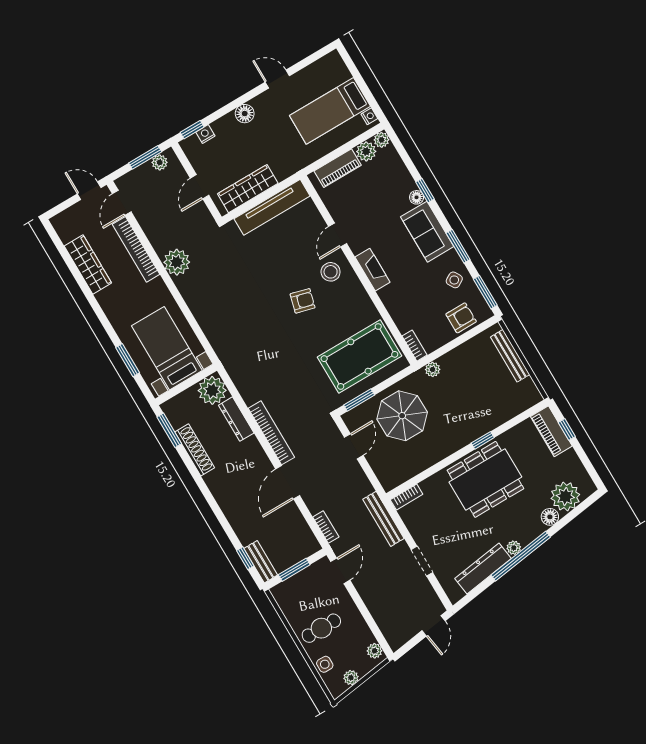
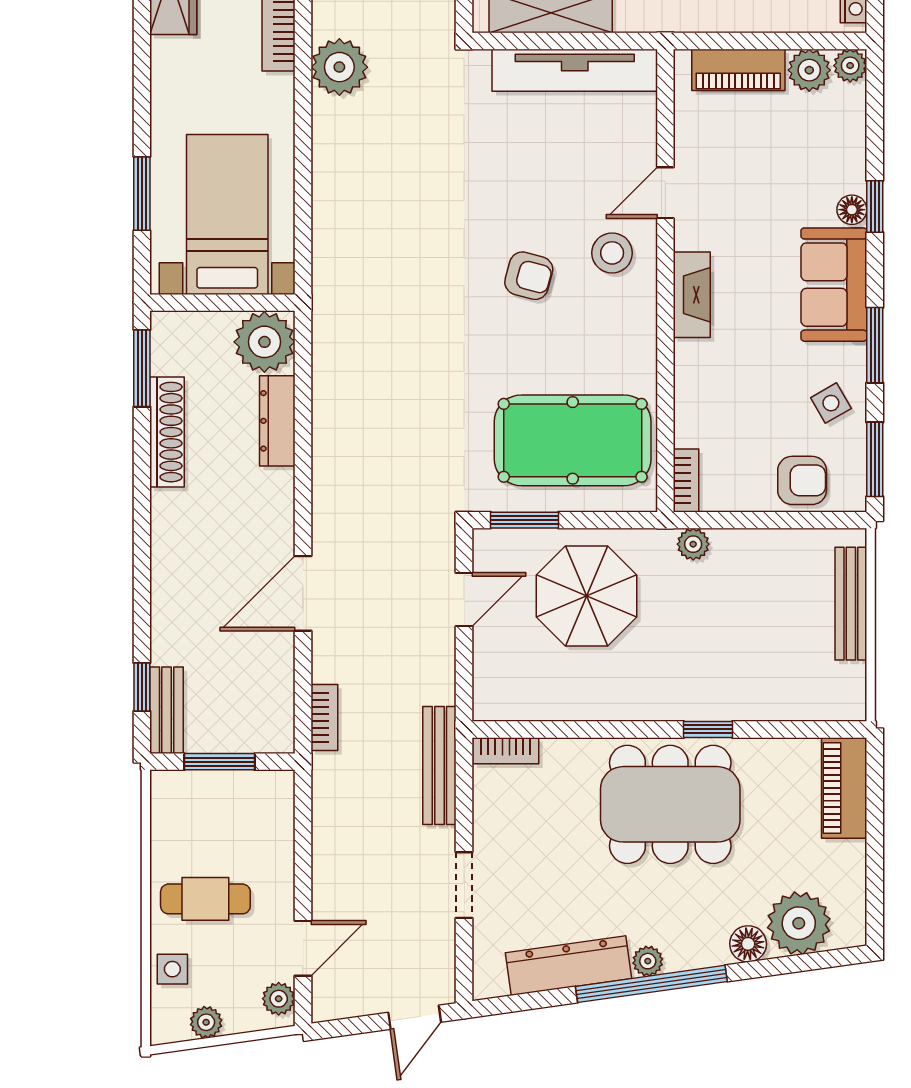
window: (567, 429) -> (875, 801), removed
bookcase: (271, 433) -> (327, 484), removed
door: (340, 571) -> (303, 948), moved

